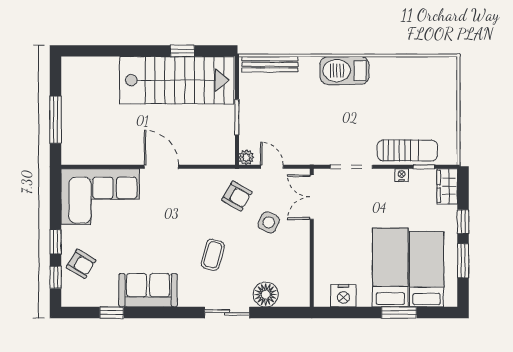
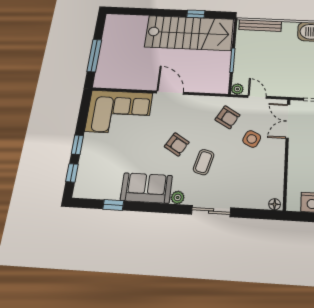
armchair: (81, 264) -> (177, 144), moved
floor lamp: (266, 294) -> (275, 204), moved, width x0.53, depth x0.53
plant: (186, 299) -> (178, 197), added

